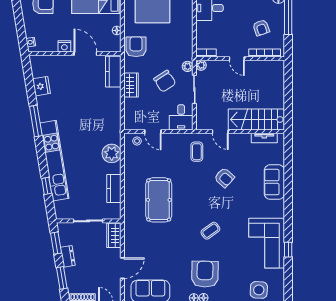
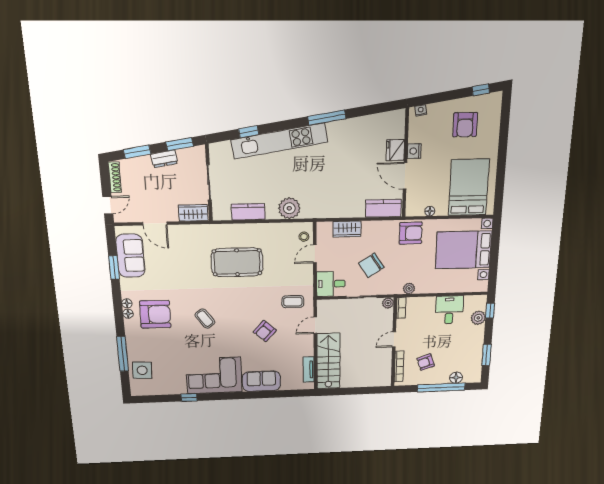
door: (85, 54) -> (405, 176), swing flipped
plant: (188, 66) -> (409, 288), moved
wardrobe: (131, 85) -> (347, 229), moved
fridge: (42, 86) -> (395, 150), moved, turned 99
corner sofa: (267, 243) -> (214, 375), moved

